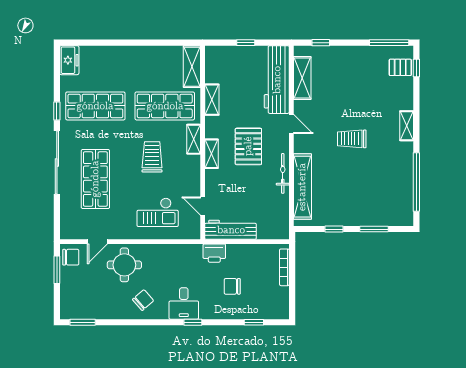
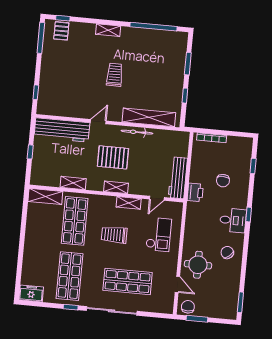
shelving: (302, 78) -> (63, 110), removed
shelving: (194, 139) -> (129, 203), moved
trolley: (352, 139) -> (115, 75), turned 180

